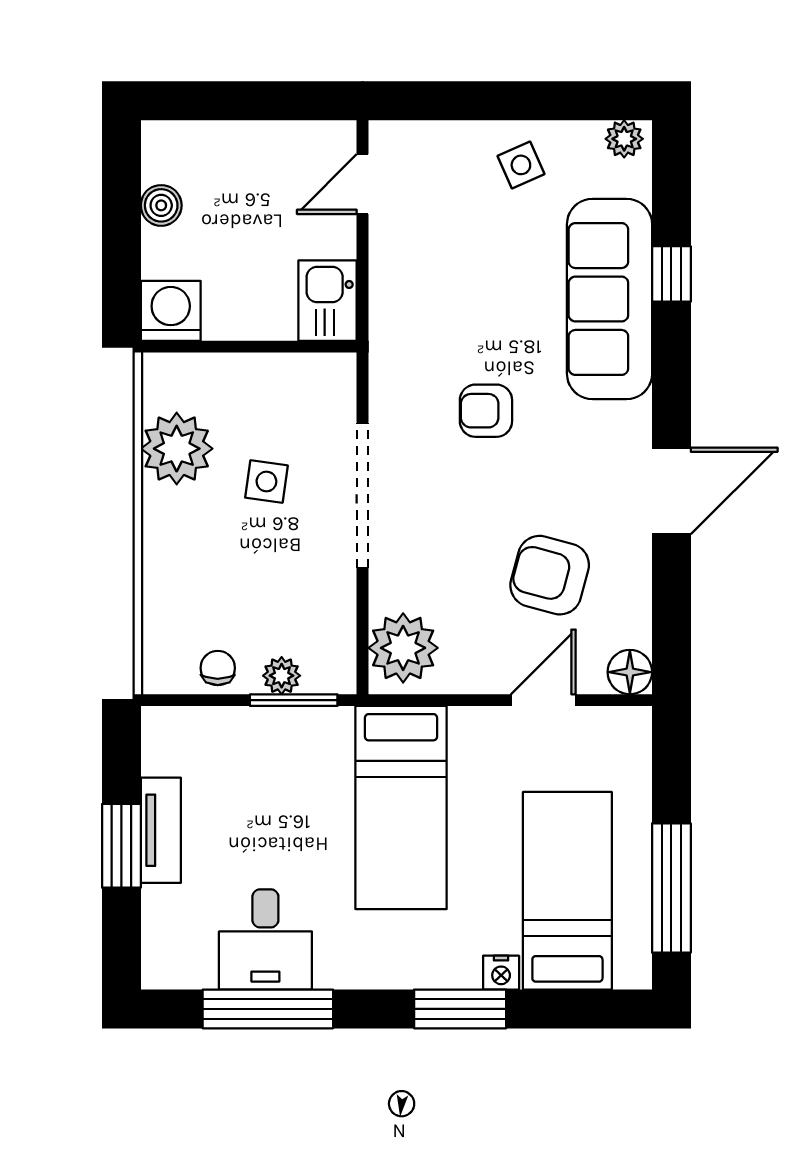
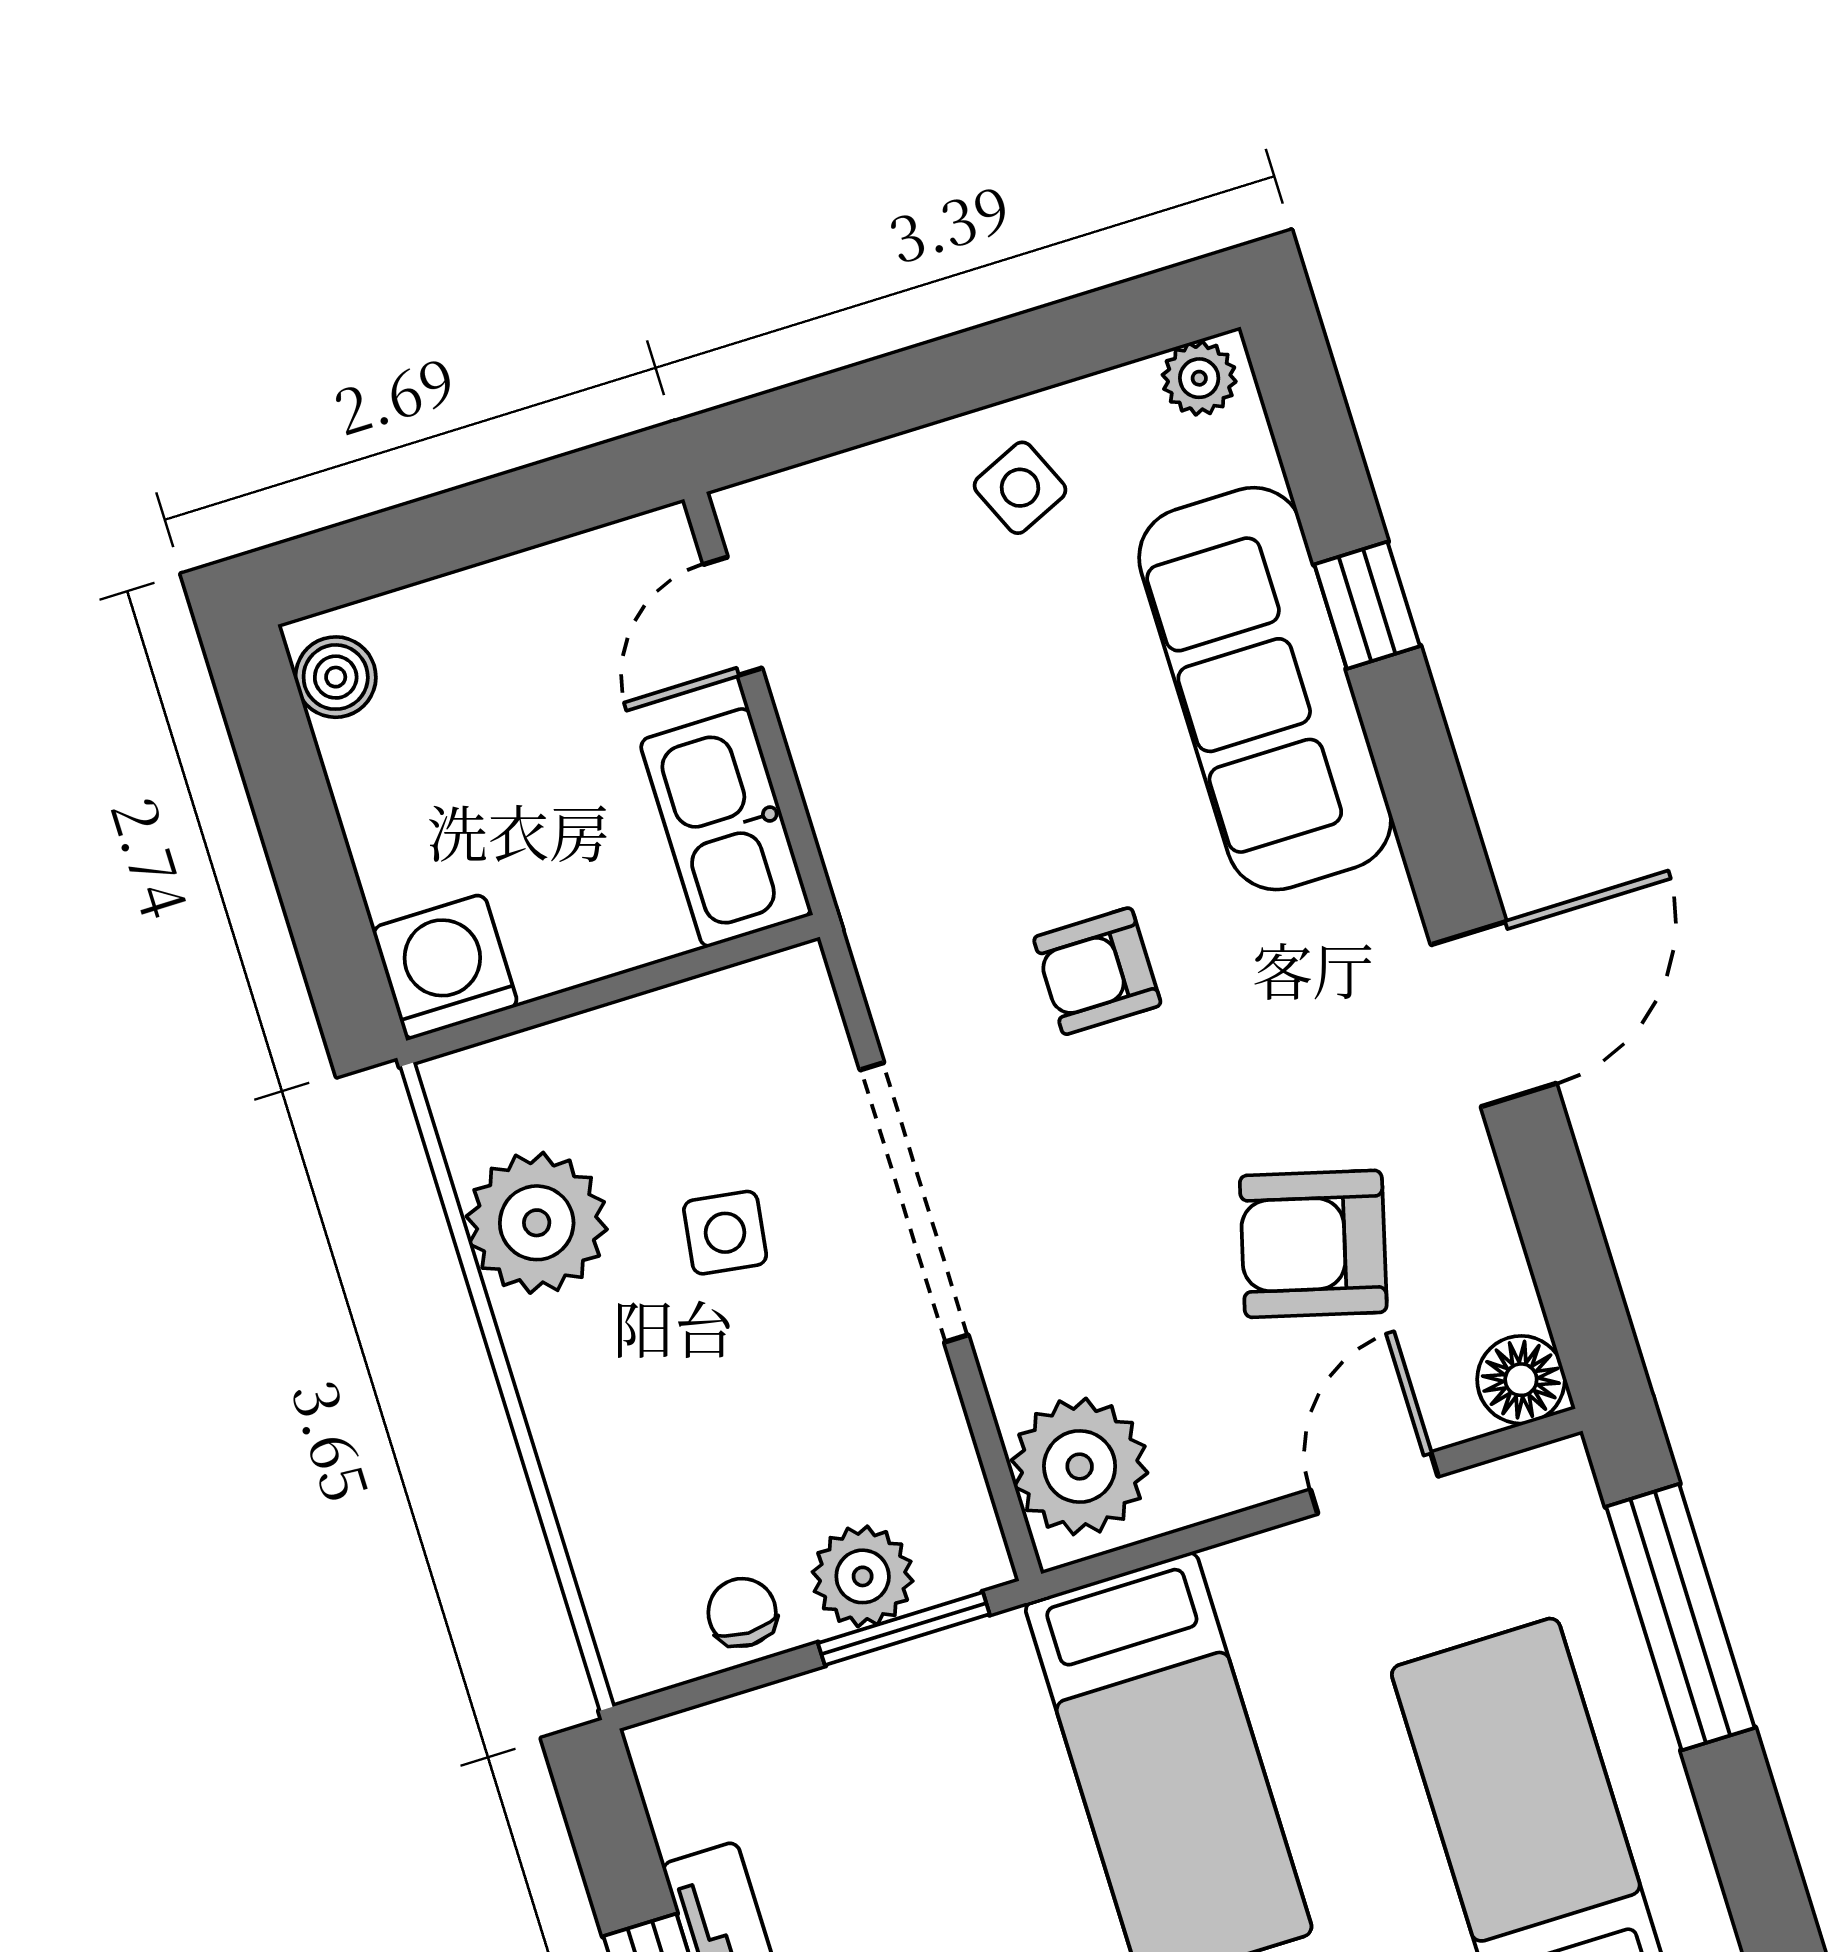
boiler: (161, 205) -> (336, 677), moved
kitchen sink: (328, 301) -> (726, 828), width x1.38
plant: (282, 676) -> (863, 1576), width x1.38, depth x1.38
window: (671, 888) -> (1680, 1617), moved

